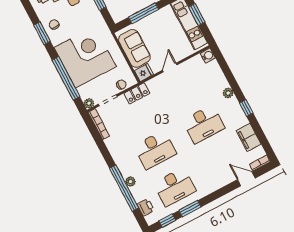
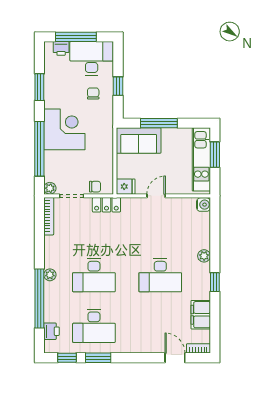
chair: (54, 24) -> (93, 93), moved
sofa: (134, 48) -> (139, 140), moved, turned 90
corner desk: (85, 57) -> (64, 129), width x0.74, depth x0.74
plant: (130, 182) -> (50, 275), moved

